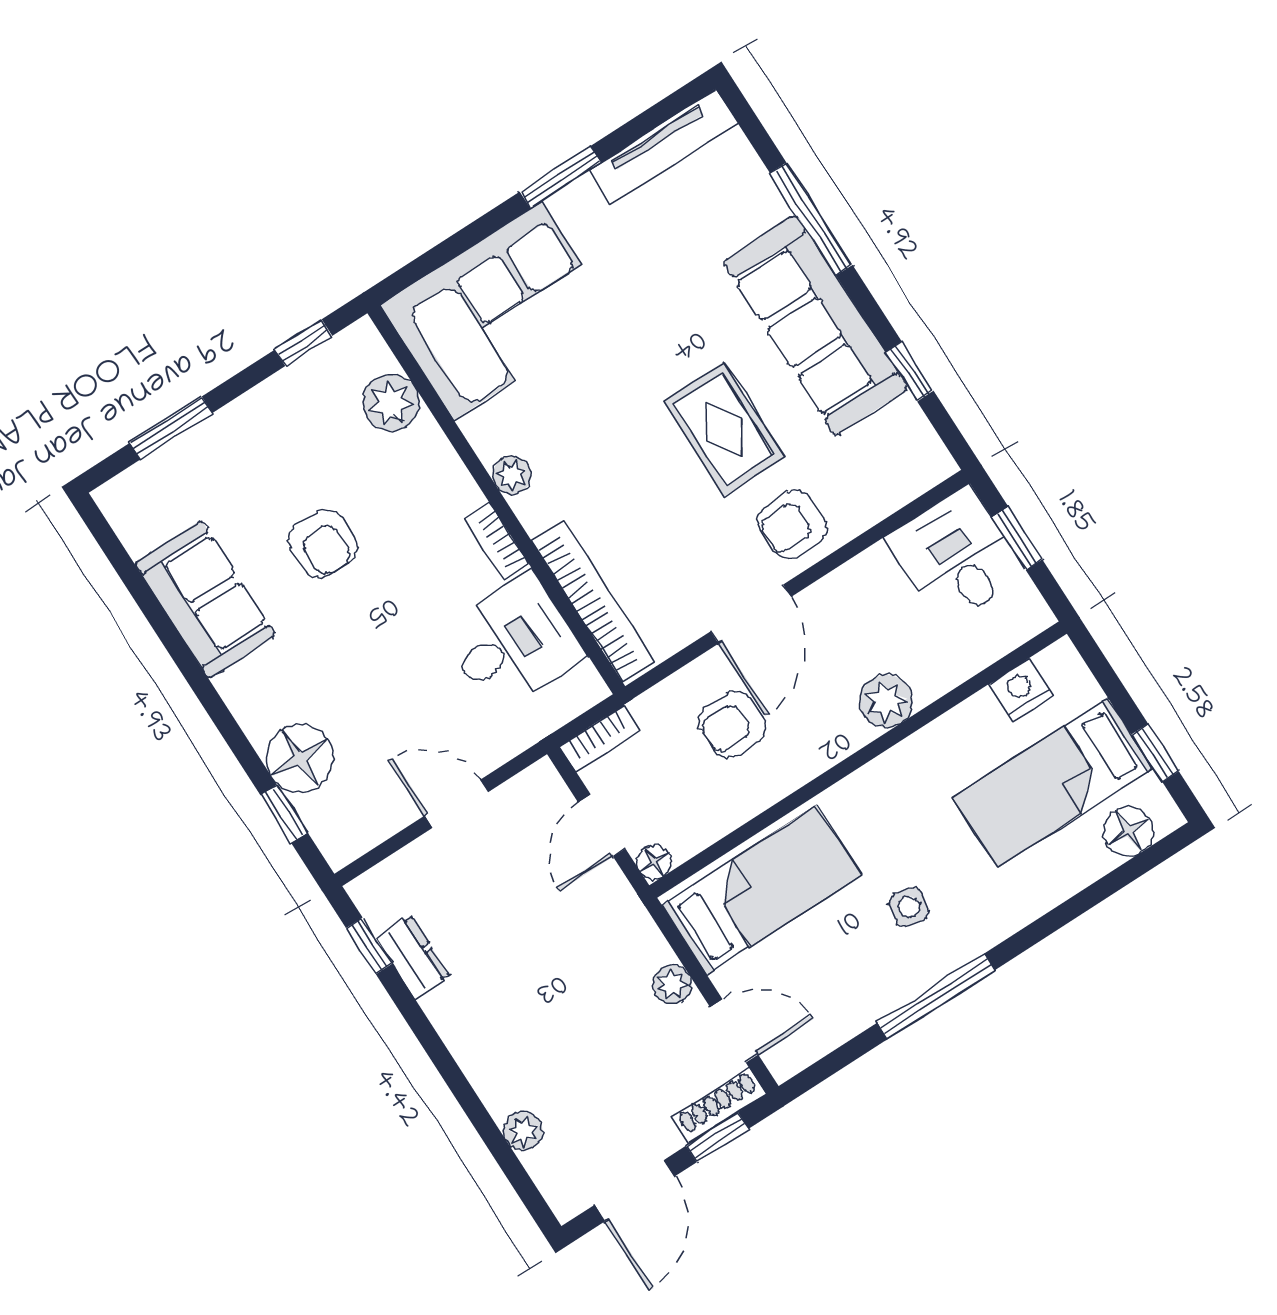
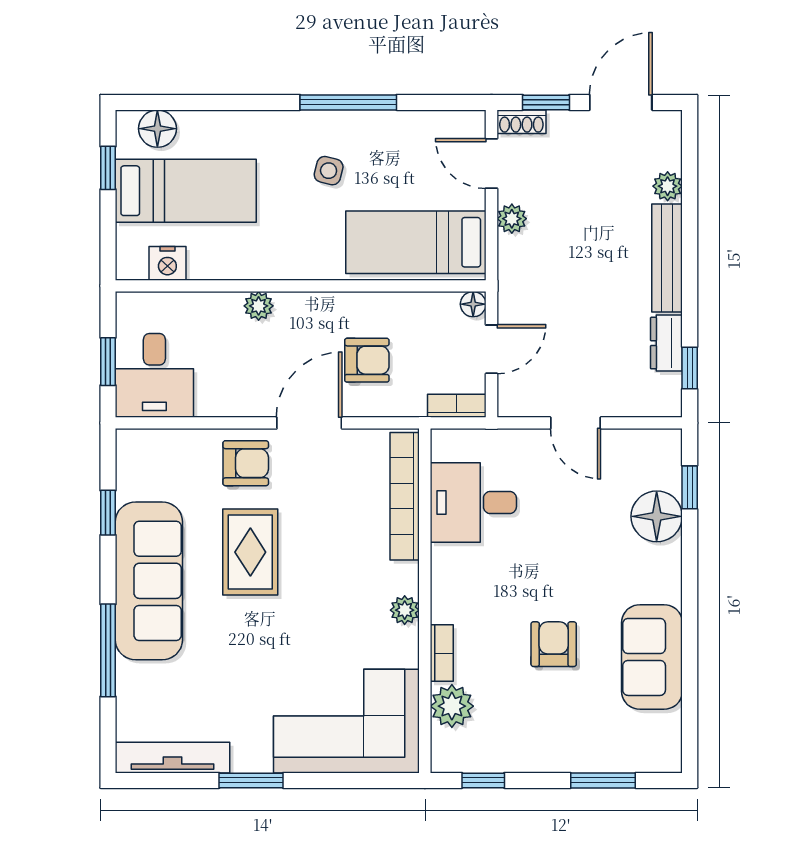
bookcase: (497, 542) -> (442, 653), moved
plant: (886, 701) -> (259, 306), width x0.73, depth x0.73
bench: (473, 1052) -> (667, 258), added
shoe rack: (719, 1106) -> (521, 122), width x0.70

